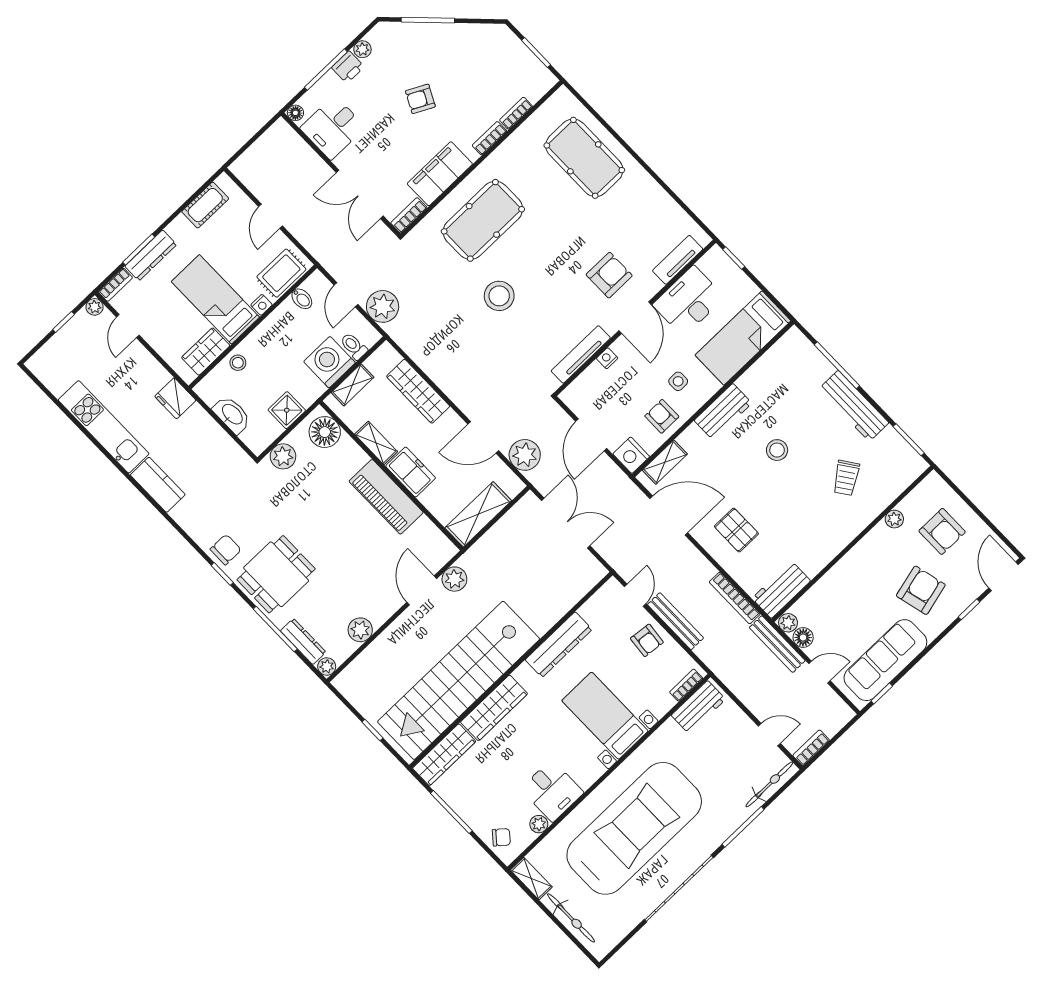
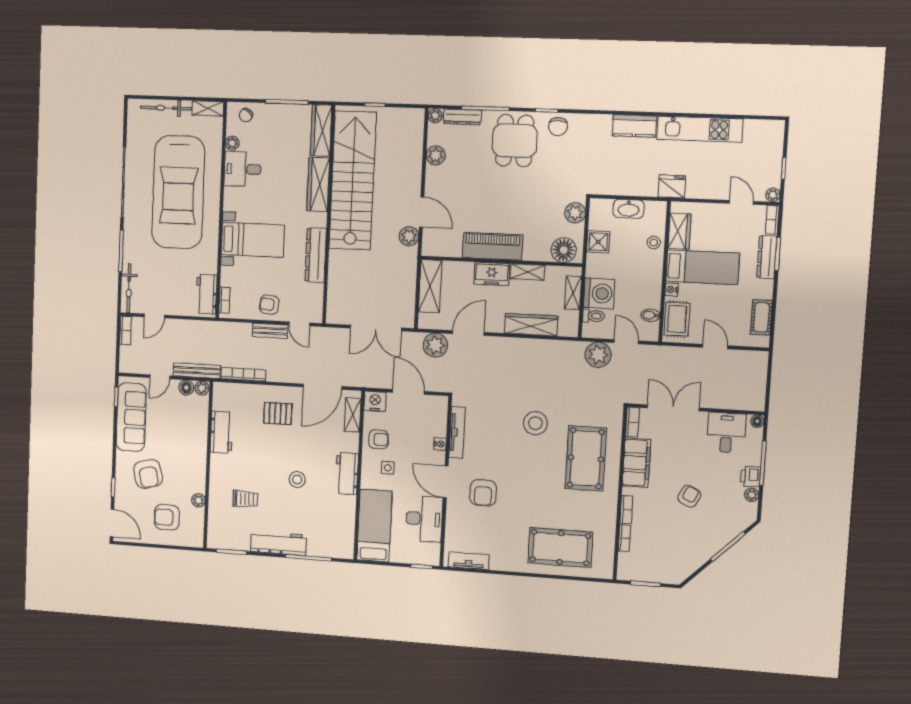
tv unit: (678, 260) -> (469, 561), moved, turned -90
trolley: (846, 478) -> (245, 499), turned 125
workbench: (781, 590) -> (222, 432), moved
bench: (675, 621) -> (270, 331), width x0.73

